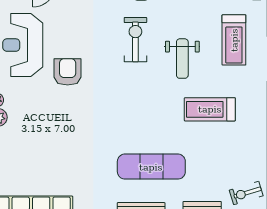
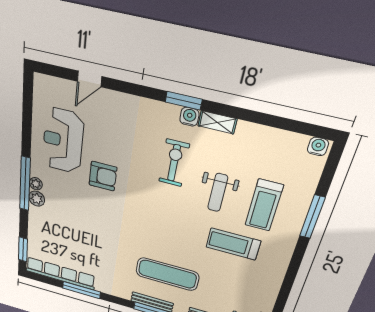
treadmill: (234, 40) -> (264, 205), moved
armchair: (68, 72) -> (103, 176), turned 90

